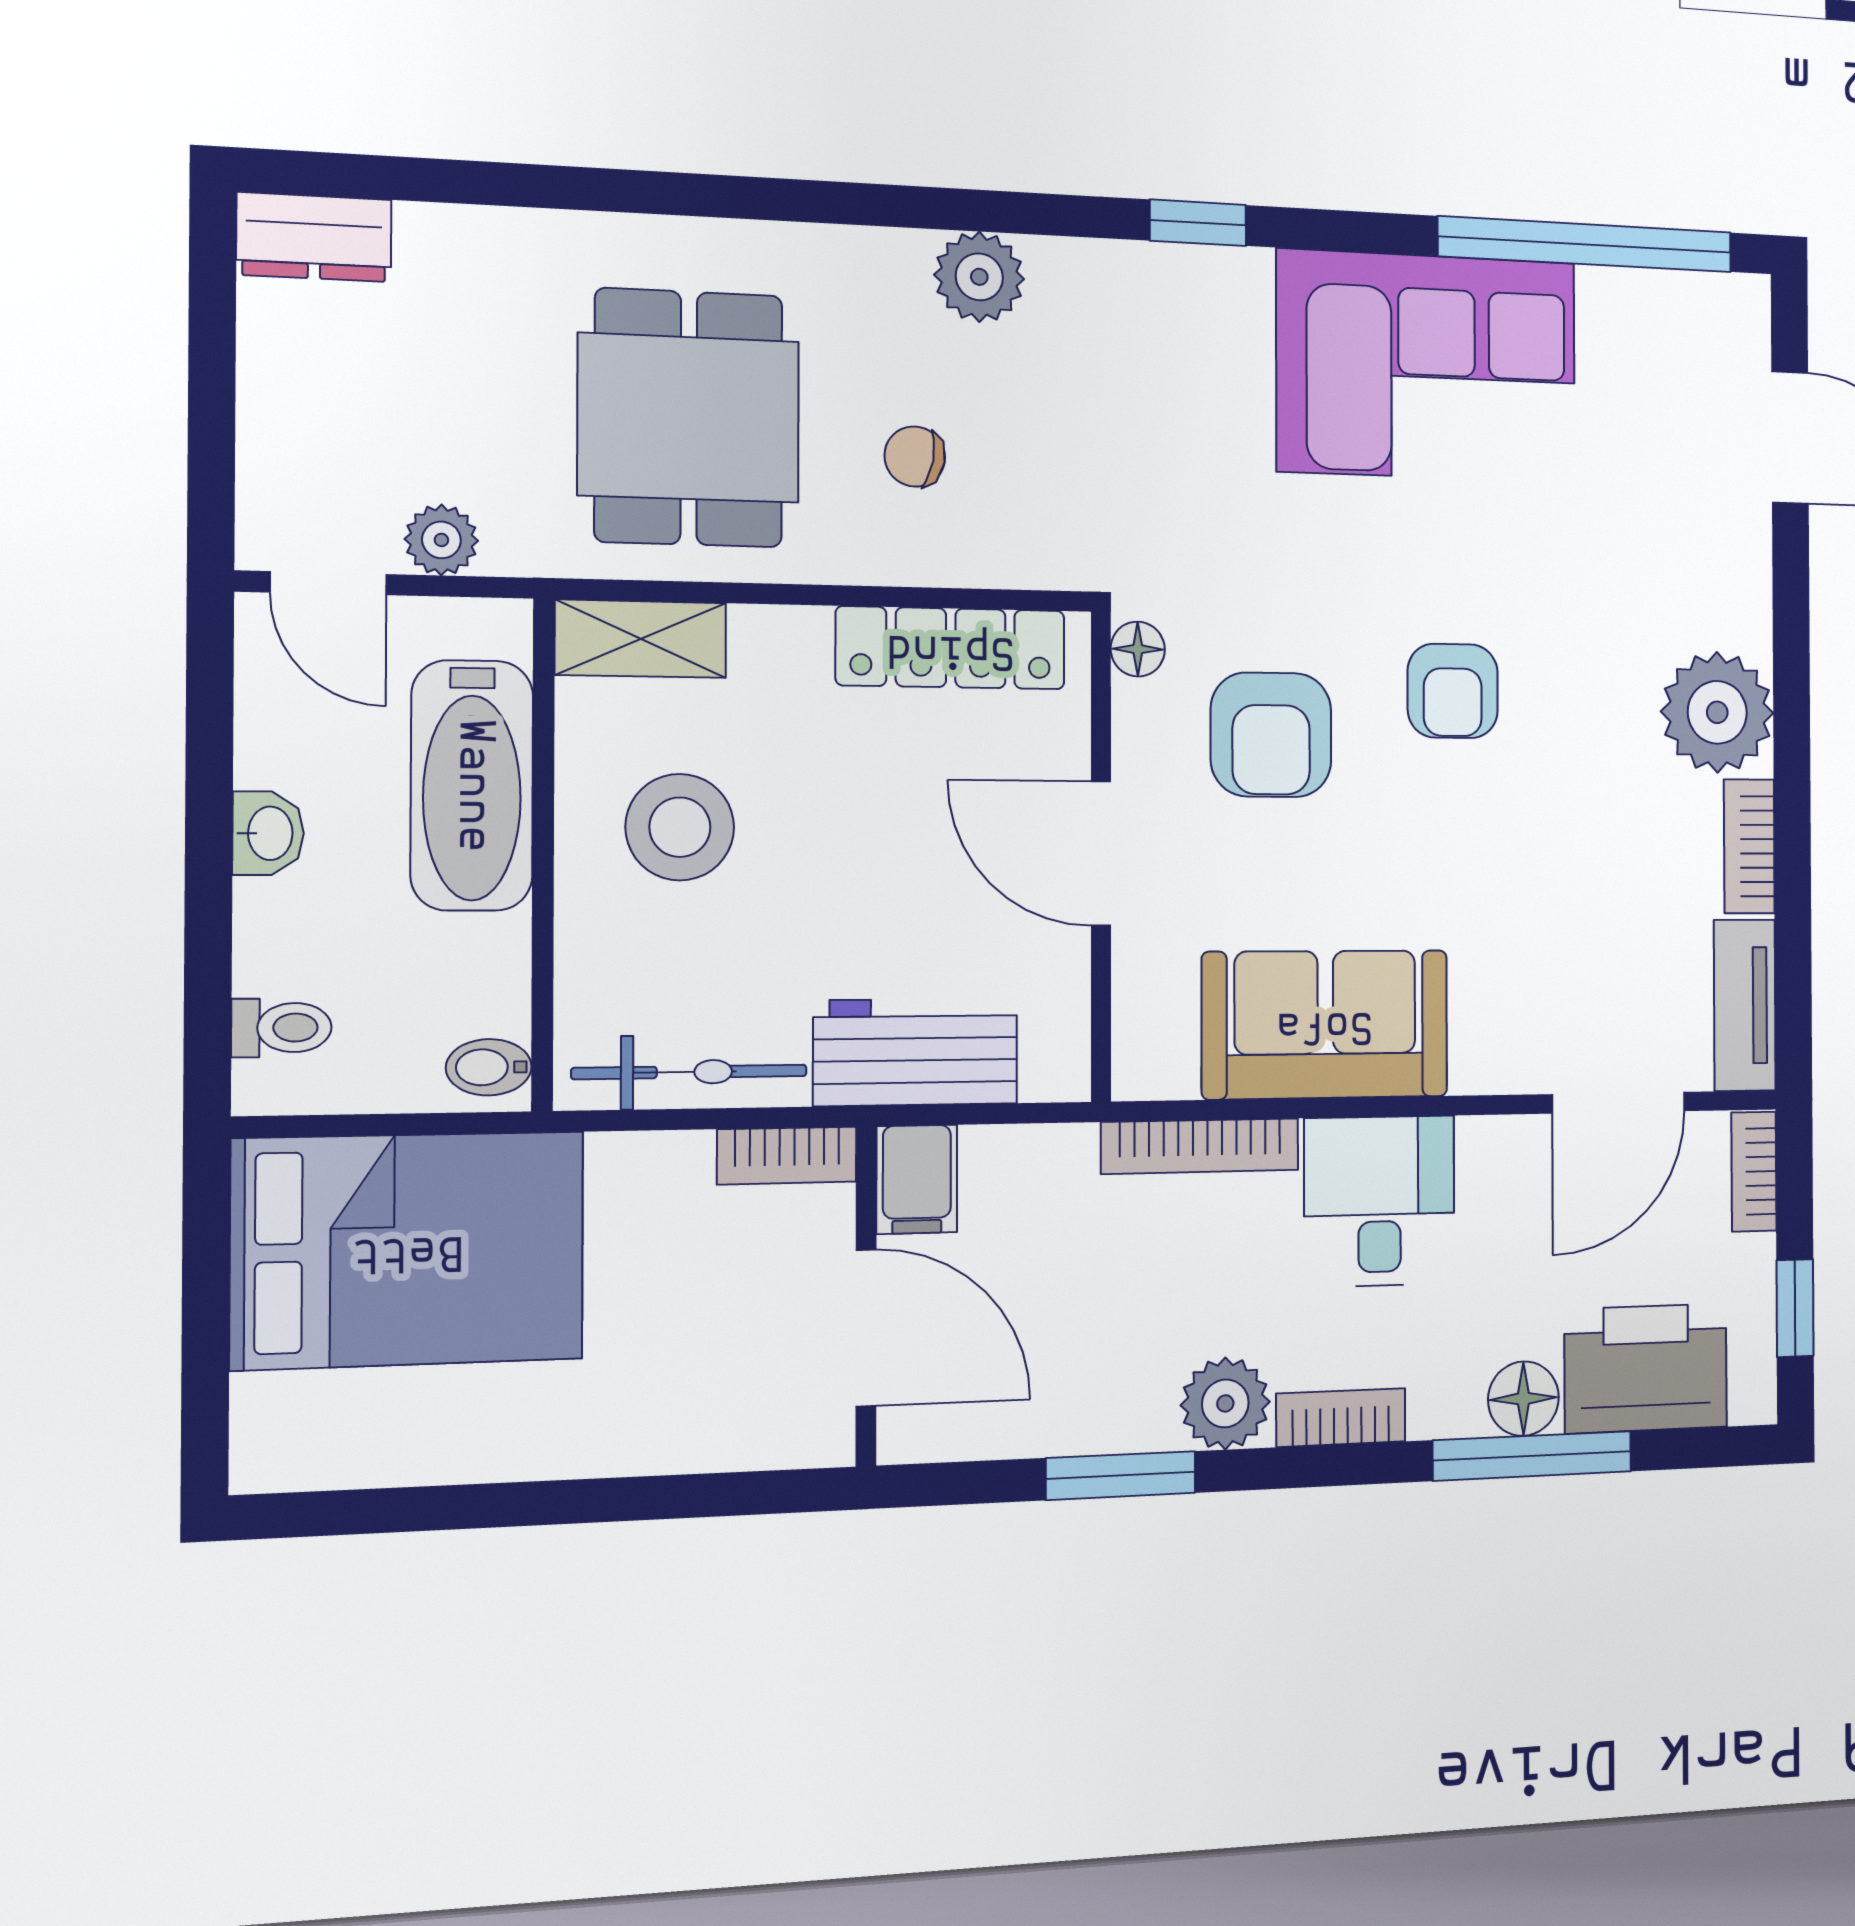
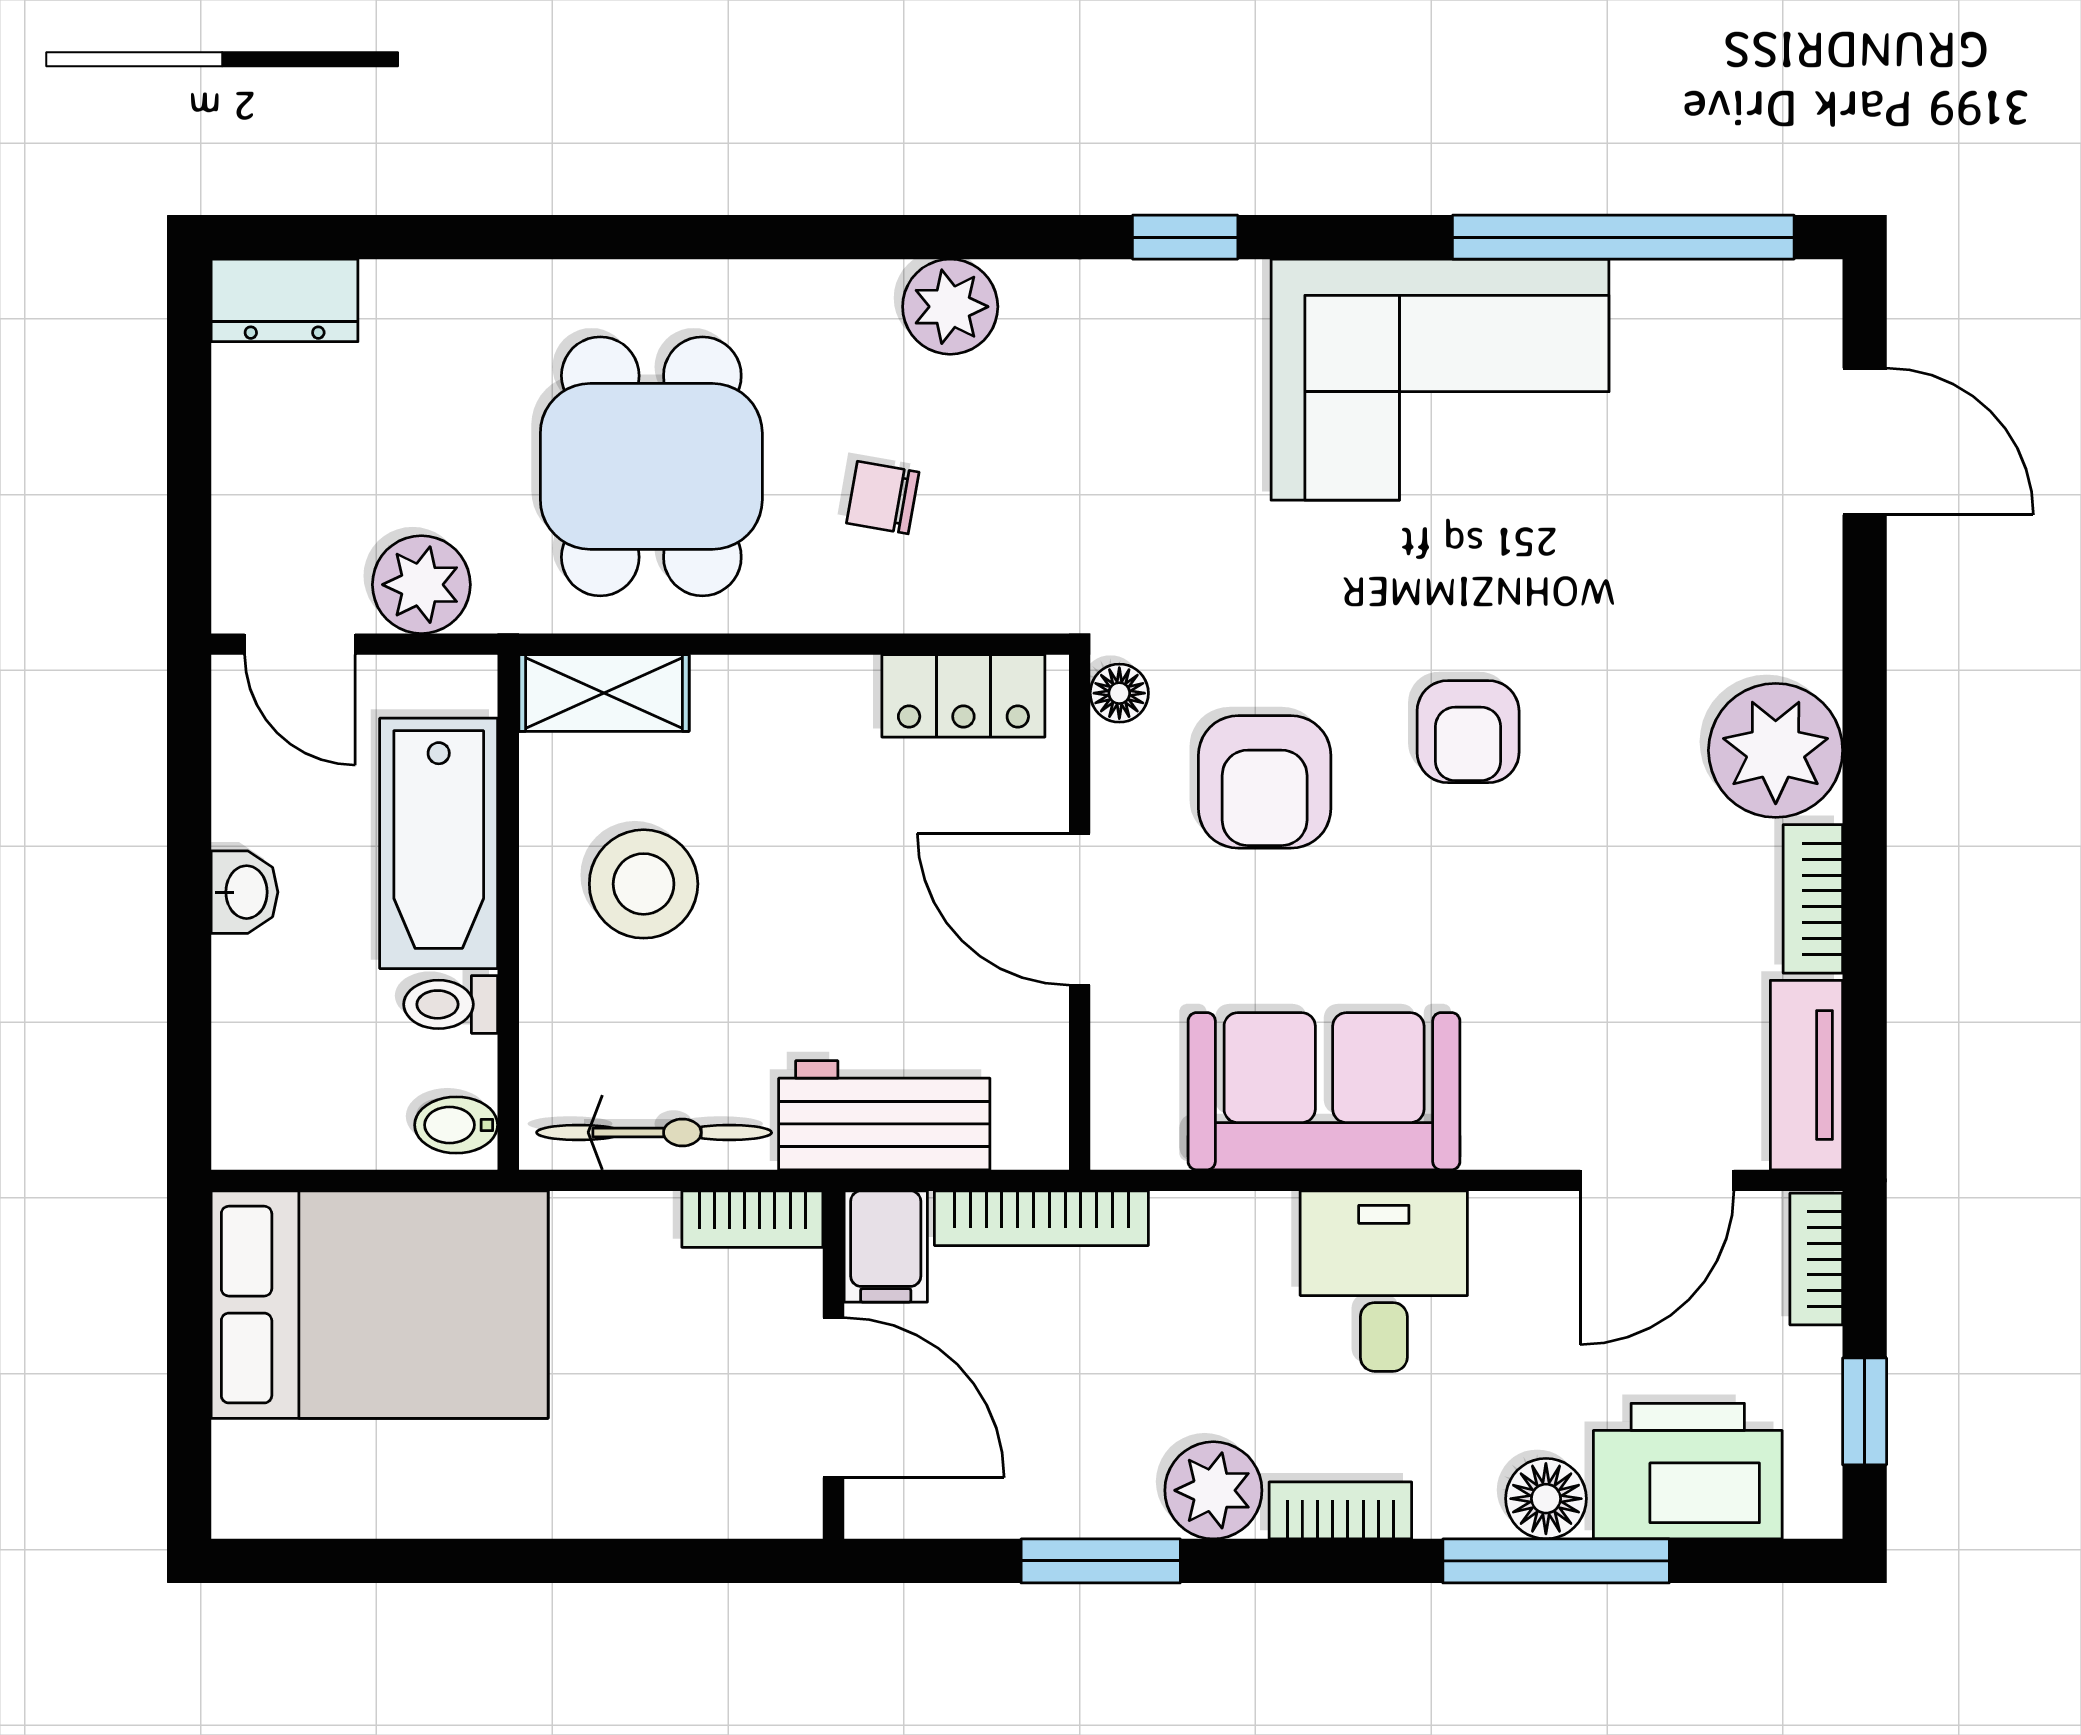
plant: (441, 540) -> (421, 585), width x1.38, depth x1.38
locker: (951, 648) -> (963, 696), width x0.66
toilet: (281, 1028) -> (451, 1004), moved, turned 180
bookcase: (1200, 1146) -> (1041, 1218), moved

